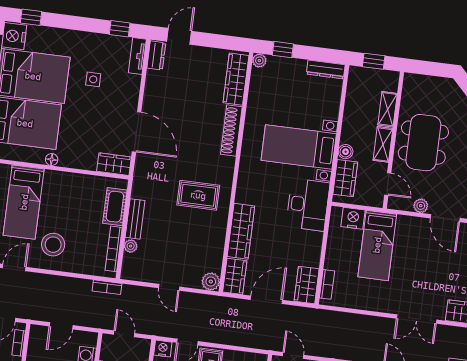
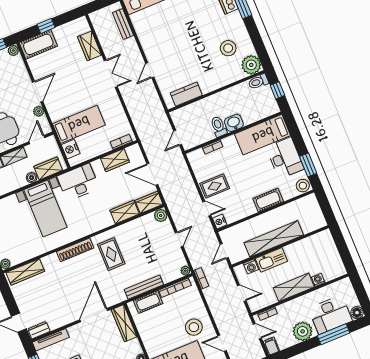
tv unit: (137, 56) -> (51, 340), width x1.41
shoe rack: (231, 131) -> (75, 250), moved
wardrobe: (114, 164) -> (124, 323), width x1.50
bench: (135, 219) -> (144, 287), width x1.36
wardrobe: (241, 231) -> (125, 212), width x0.67
plant: (131, 246) -> (185, 271), moved
wardrobe: (307, 285) -> (115, 160), moved

